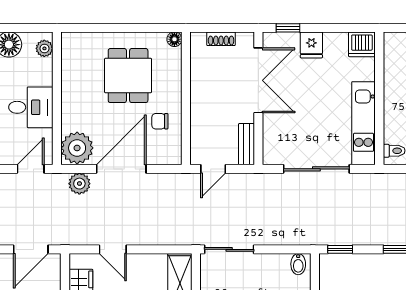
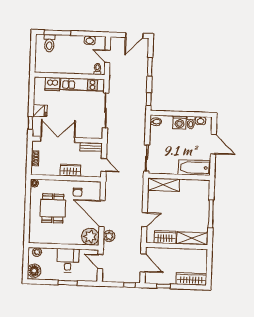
dishwasher: (362, 44) -> (52, 84), moved, turned 90
dining table: (128, 76) -> (53, 208), turned 90
wardrobe: (201, 106) -> (70, 170), added

